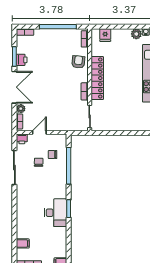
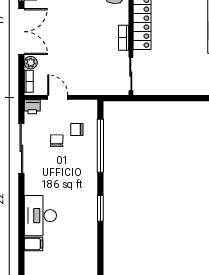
door: (39, 132) -> (58, 97), hinge flipped
desk: (56, 213) -> (40, 216), moved, turned 180
filing cabinet: (23, 243) -> (34, 244), moved

